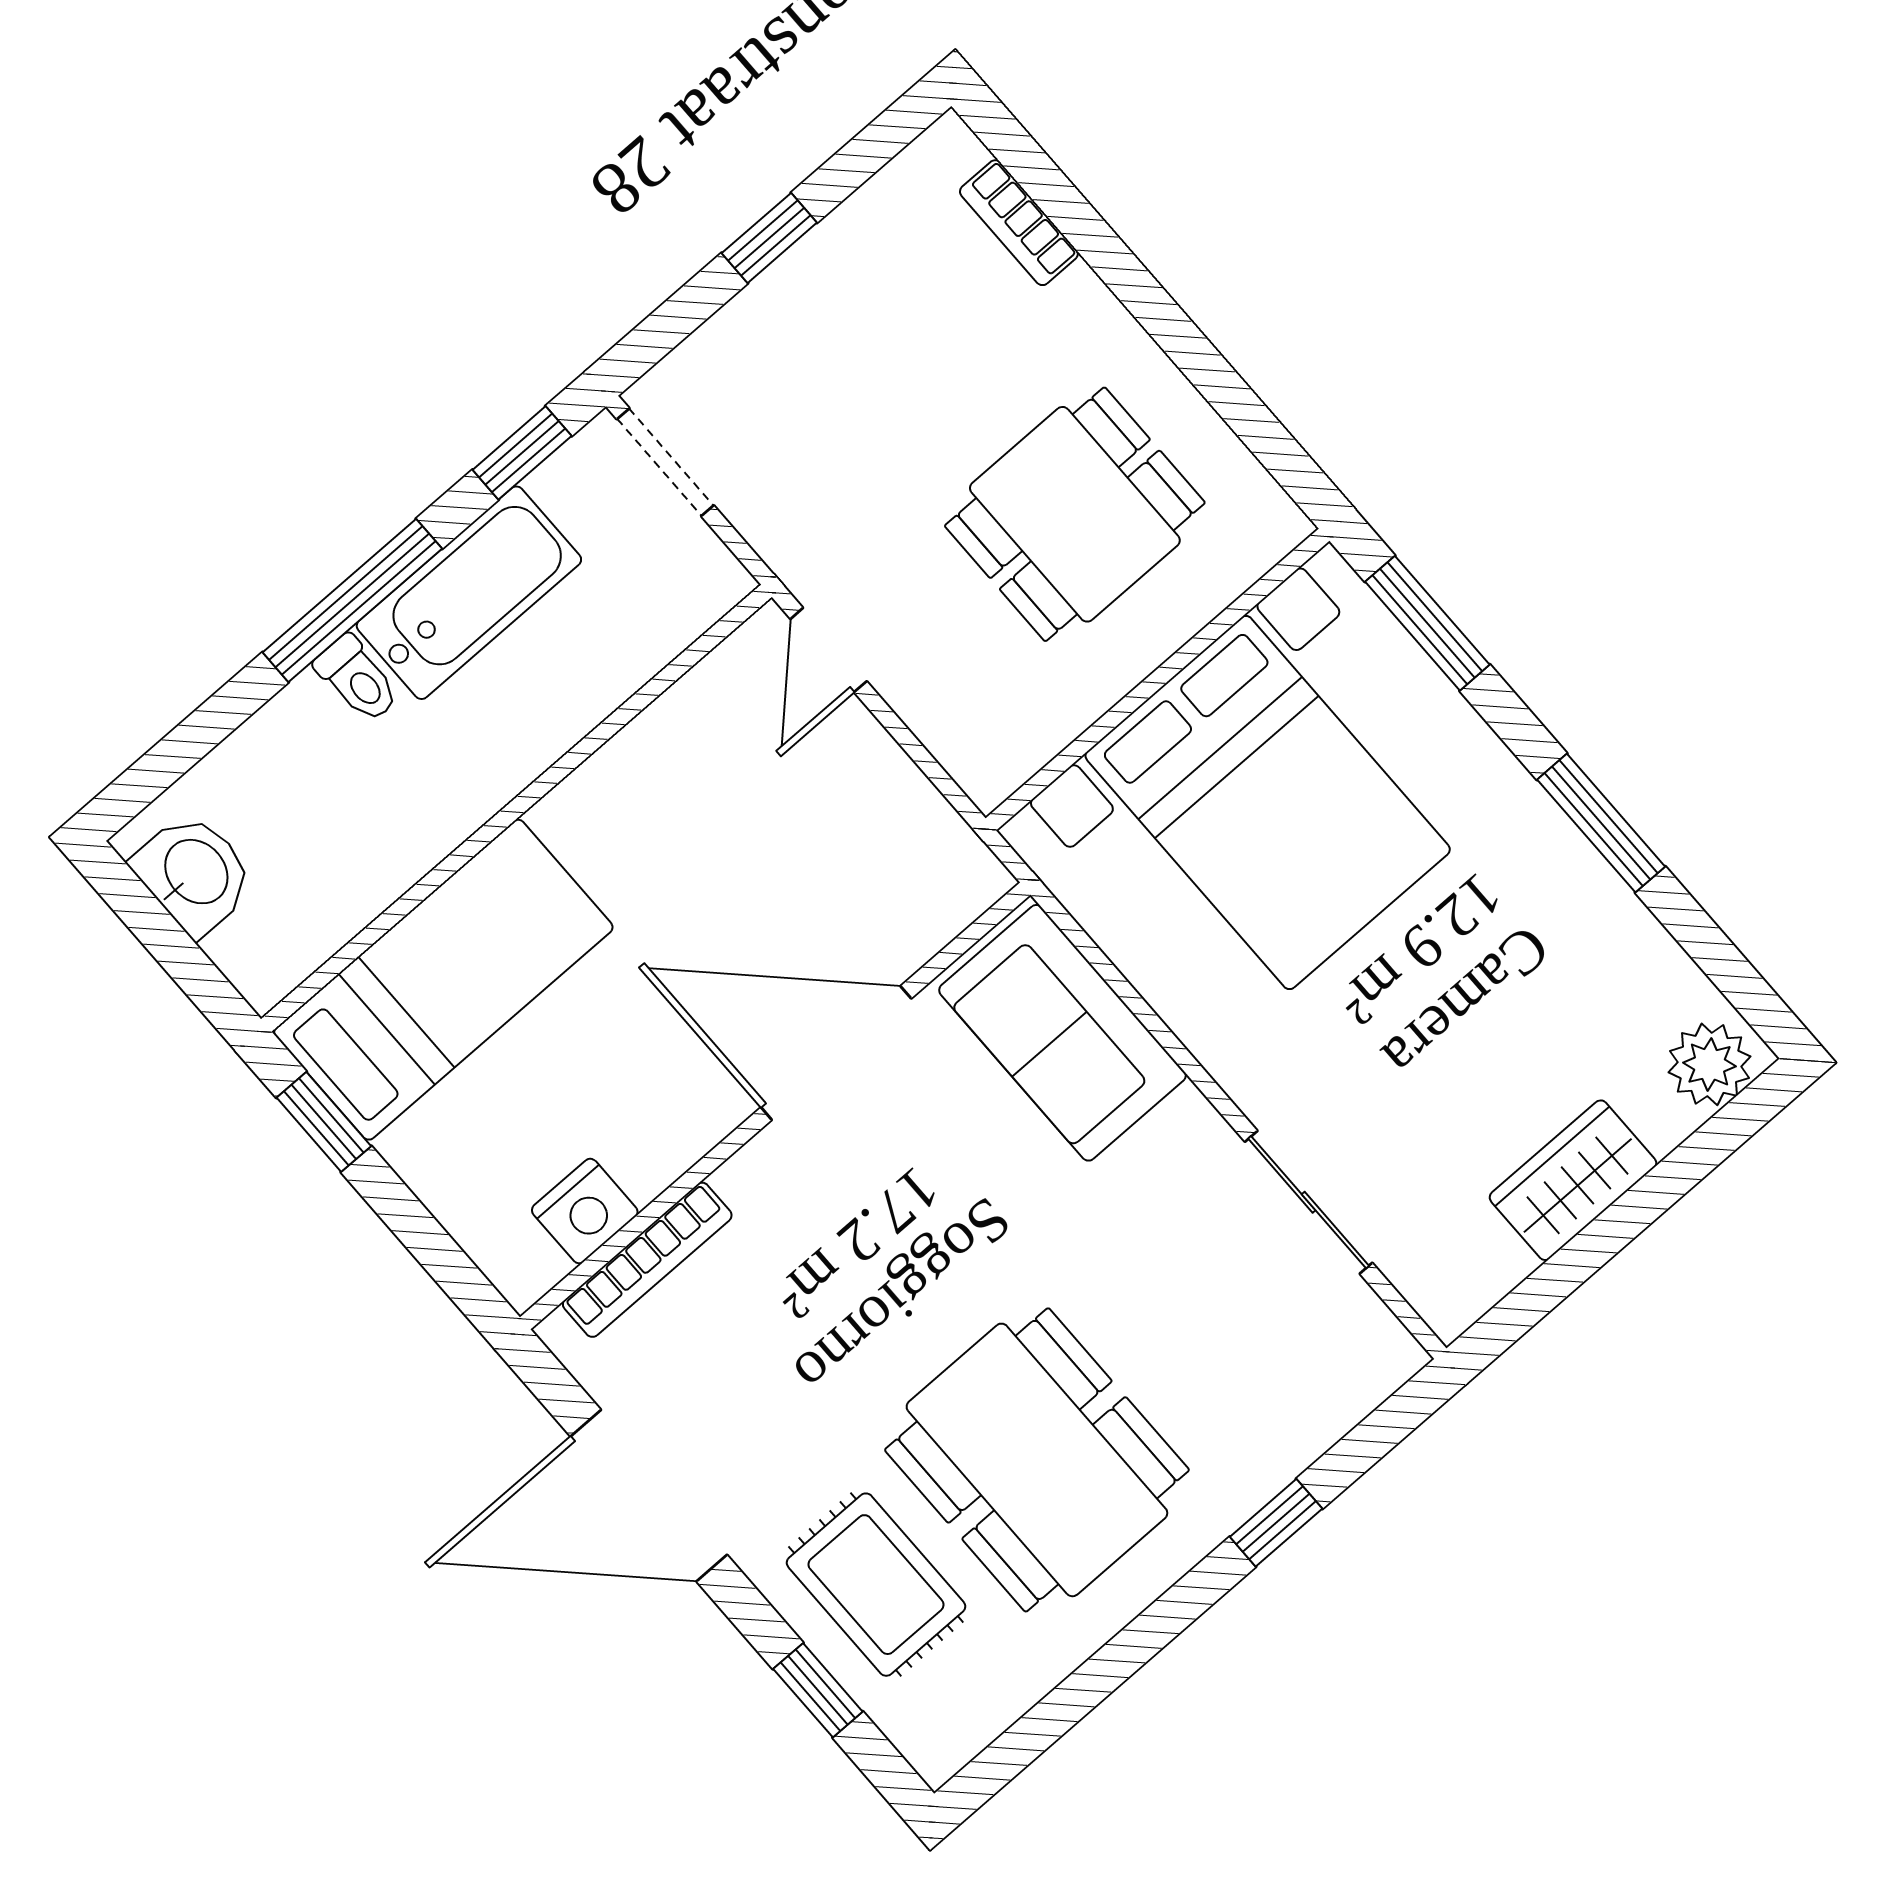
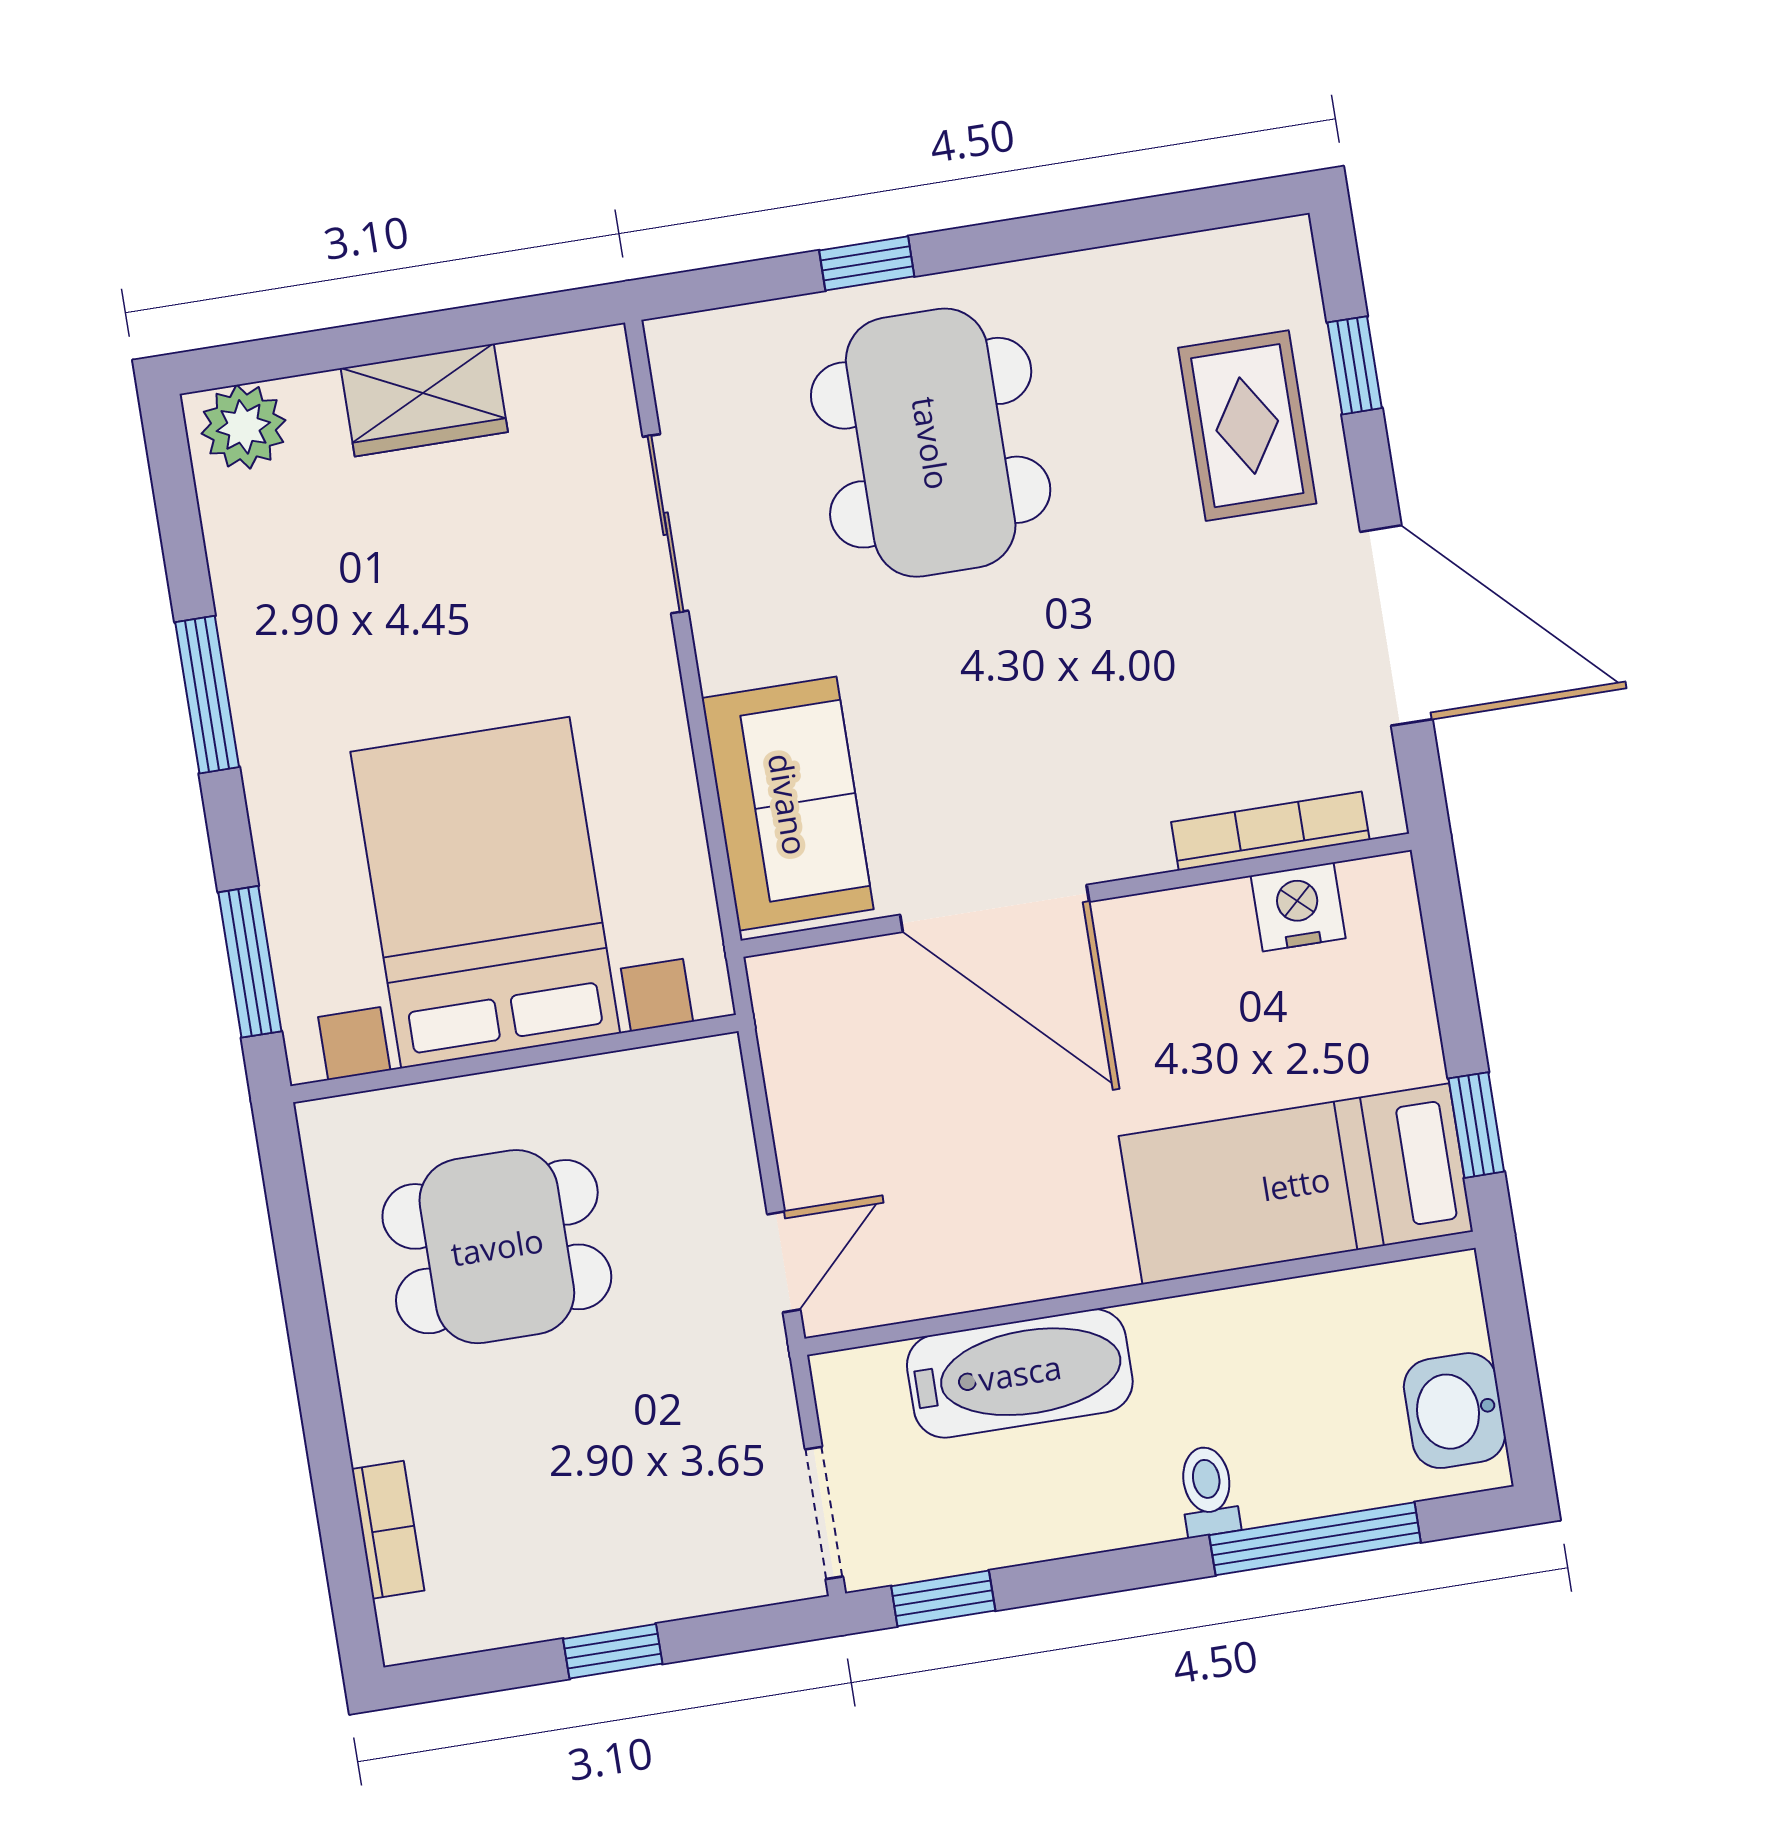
bathtub: (469, 593) -> (1020, 1373), moved, turned 180
window: (352, 600) -> (1315, 1539), moved
dining table: (1037, 1460) -> (931, 443), moved

